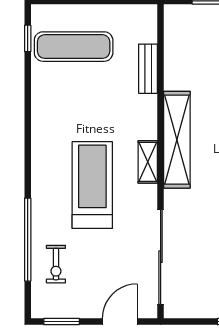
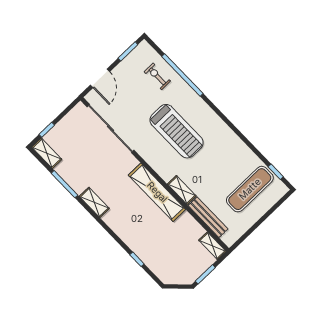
shelving: (173, 24) -> (212, 246), added
bench: (148, 69) -> (208, 217), width x1.36
shelving: (148, 162) -> (182, 190), moved

